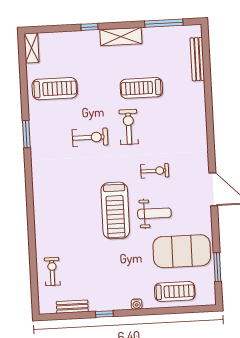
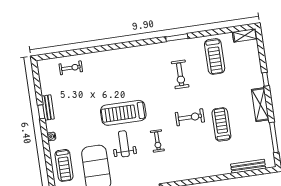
exercise bike: (90, 137) -> (180, 74), moved
weight bench: (154, 213) -> (124, 144), turned 180
bench: (72, 307) -> (48, 107), moved

